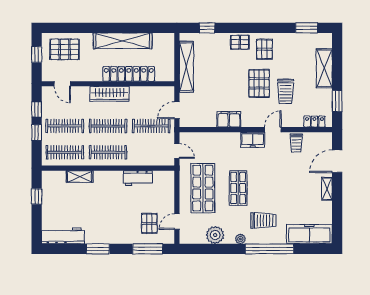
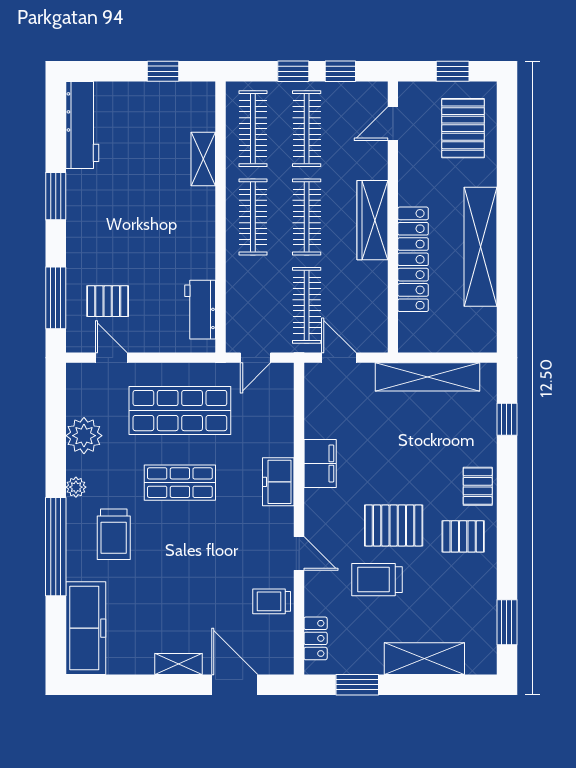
freezer: (253, 140) -> (278, 482), moved
workbench: (138, 178) -> (200, 310), moved

